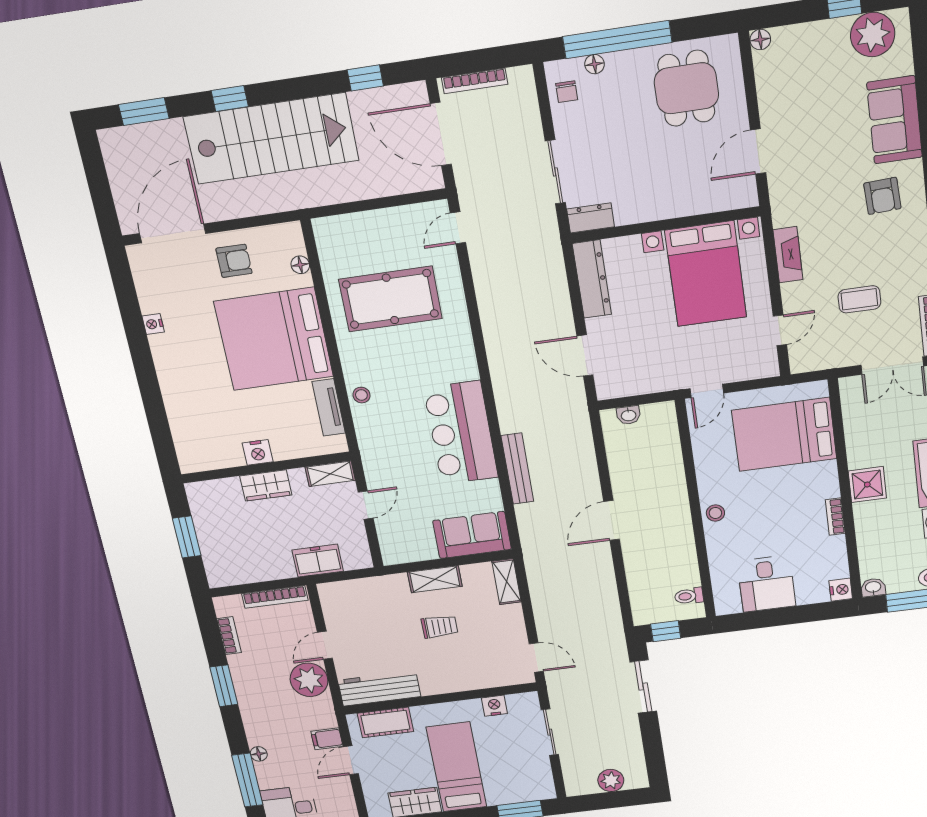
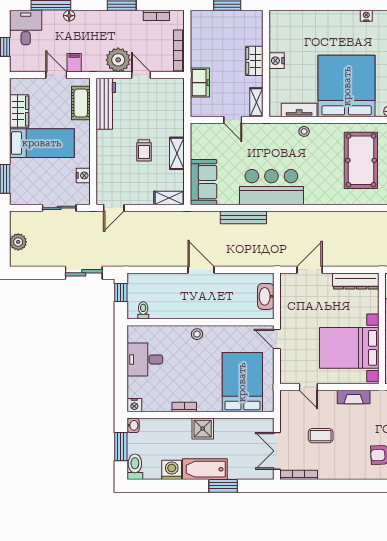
coffee table: (859, 299) -> (321, 436), turned 90
washbasin: (629, 415) -> (266, 296), width x1.91, depth x1.45

